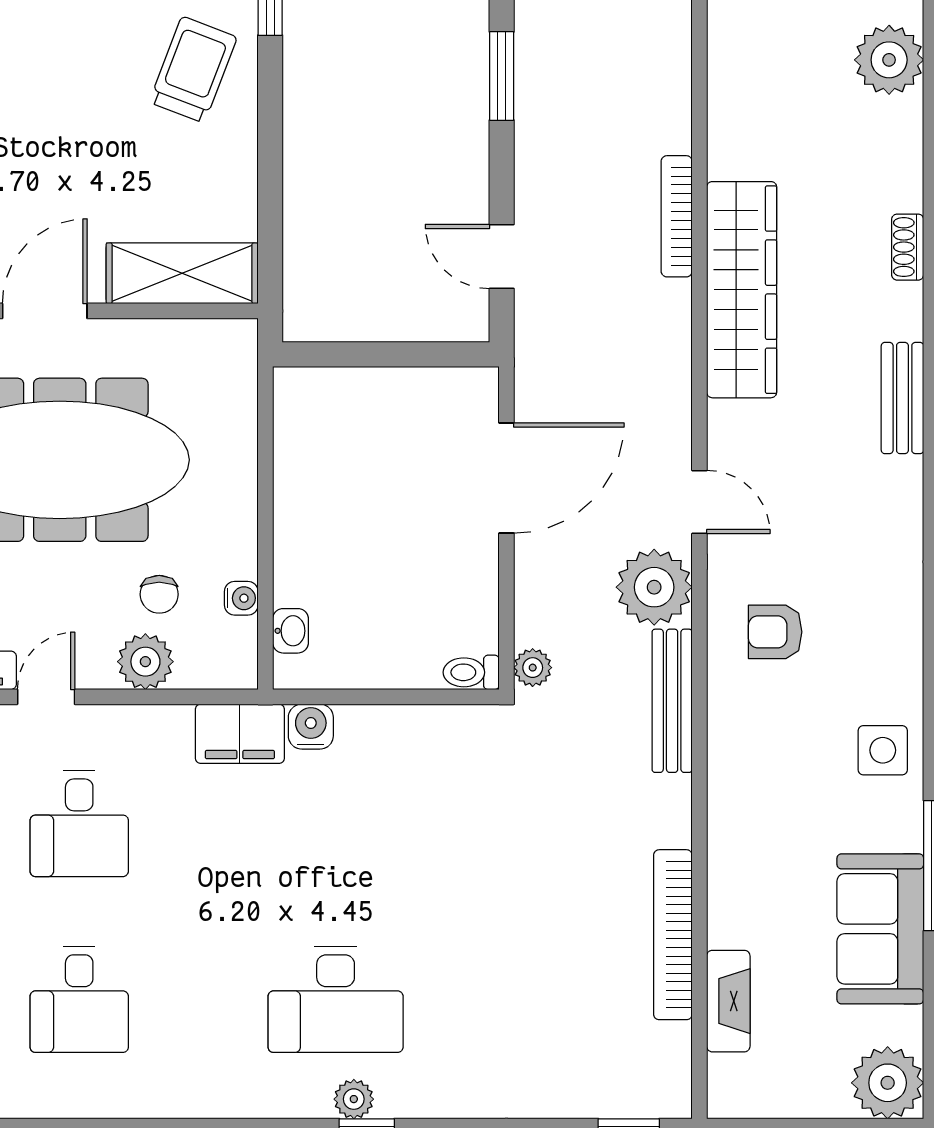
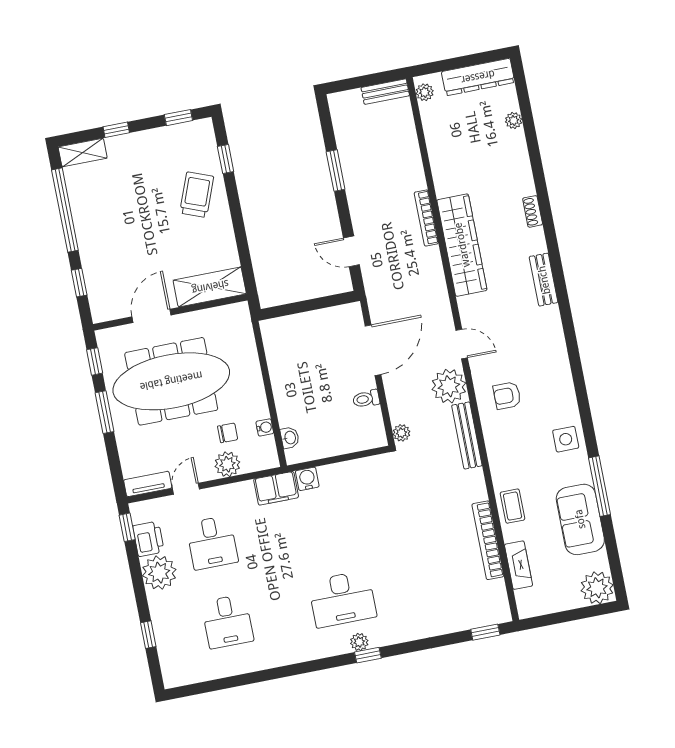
plant: (889, 60) -> (514, 120), width x0.53, depth x0.53
chair: (159, 594) -> (228, 433), turned -90
toilet: (471, 672) -> (366, 399), moved
coffee table: (740, 872) -> (513, 506), added

